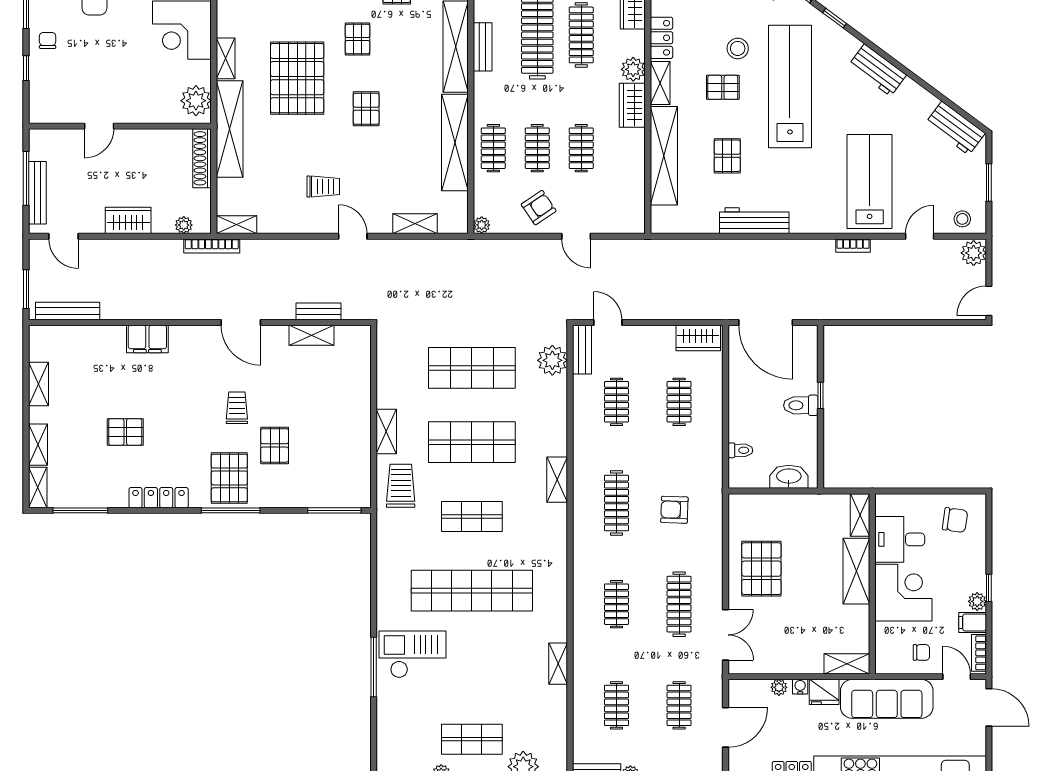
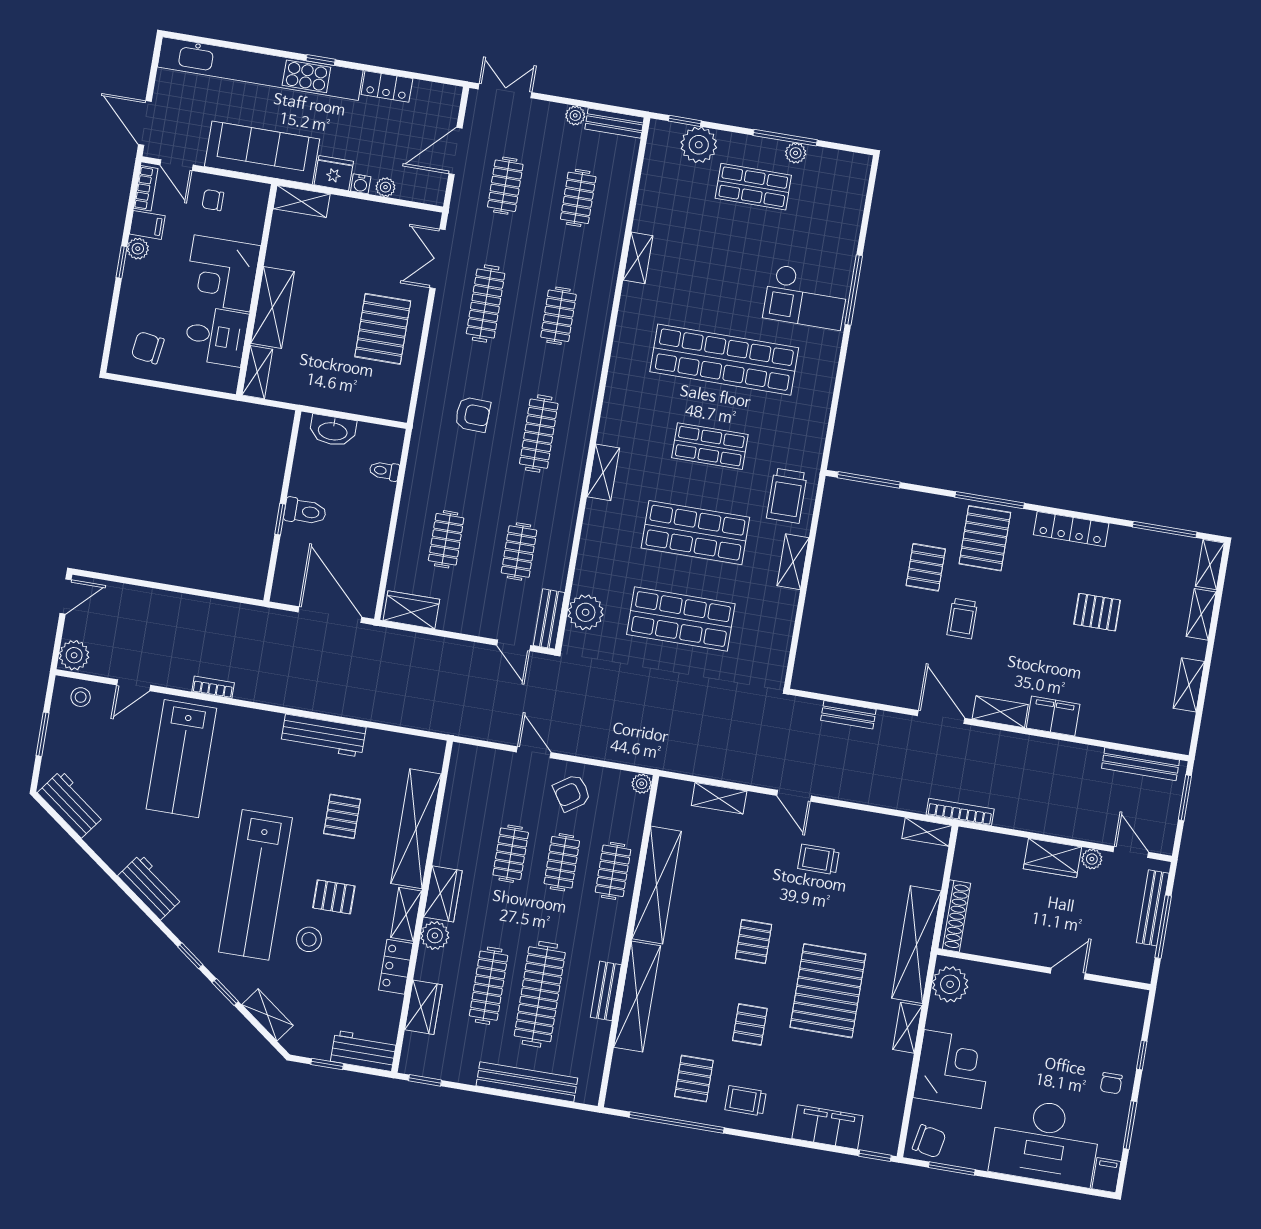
plant: (184, 225) -> (1092, 859), moved
shelving: (311, 335) -> (1000, 712), moved

